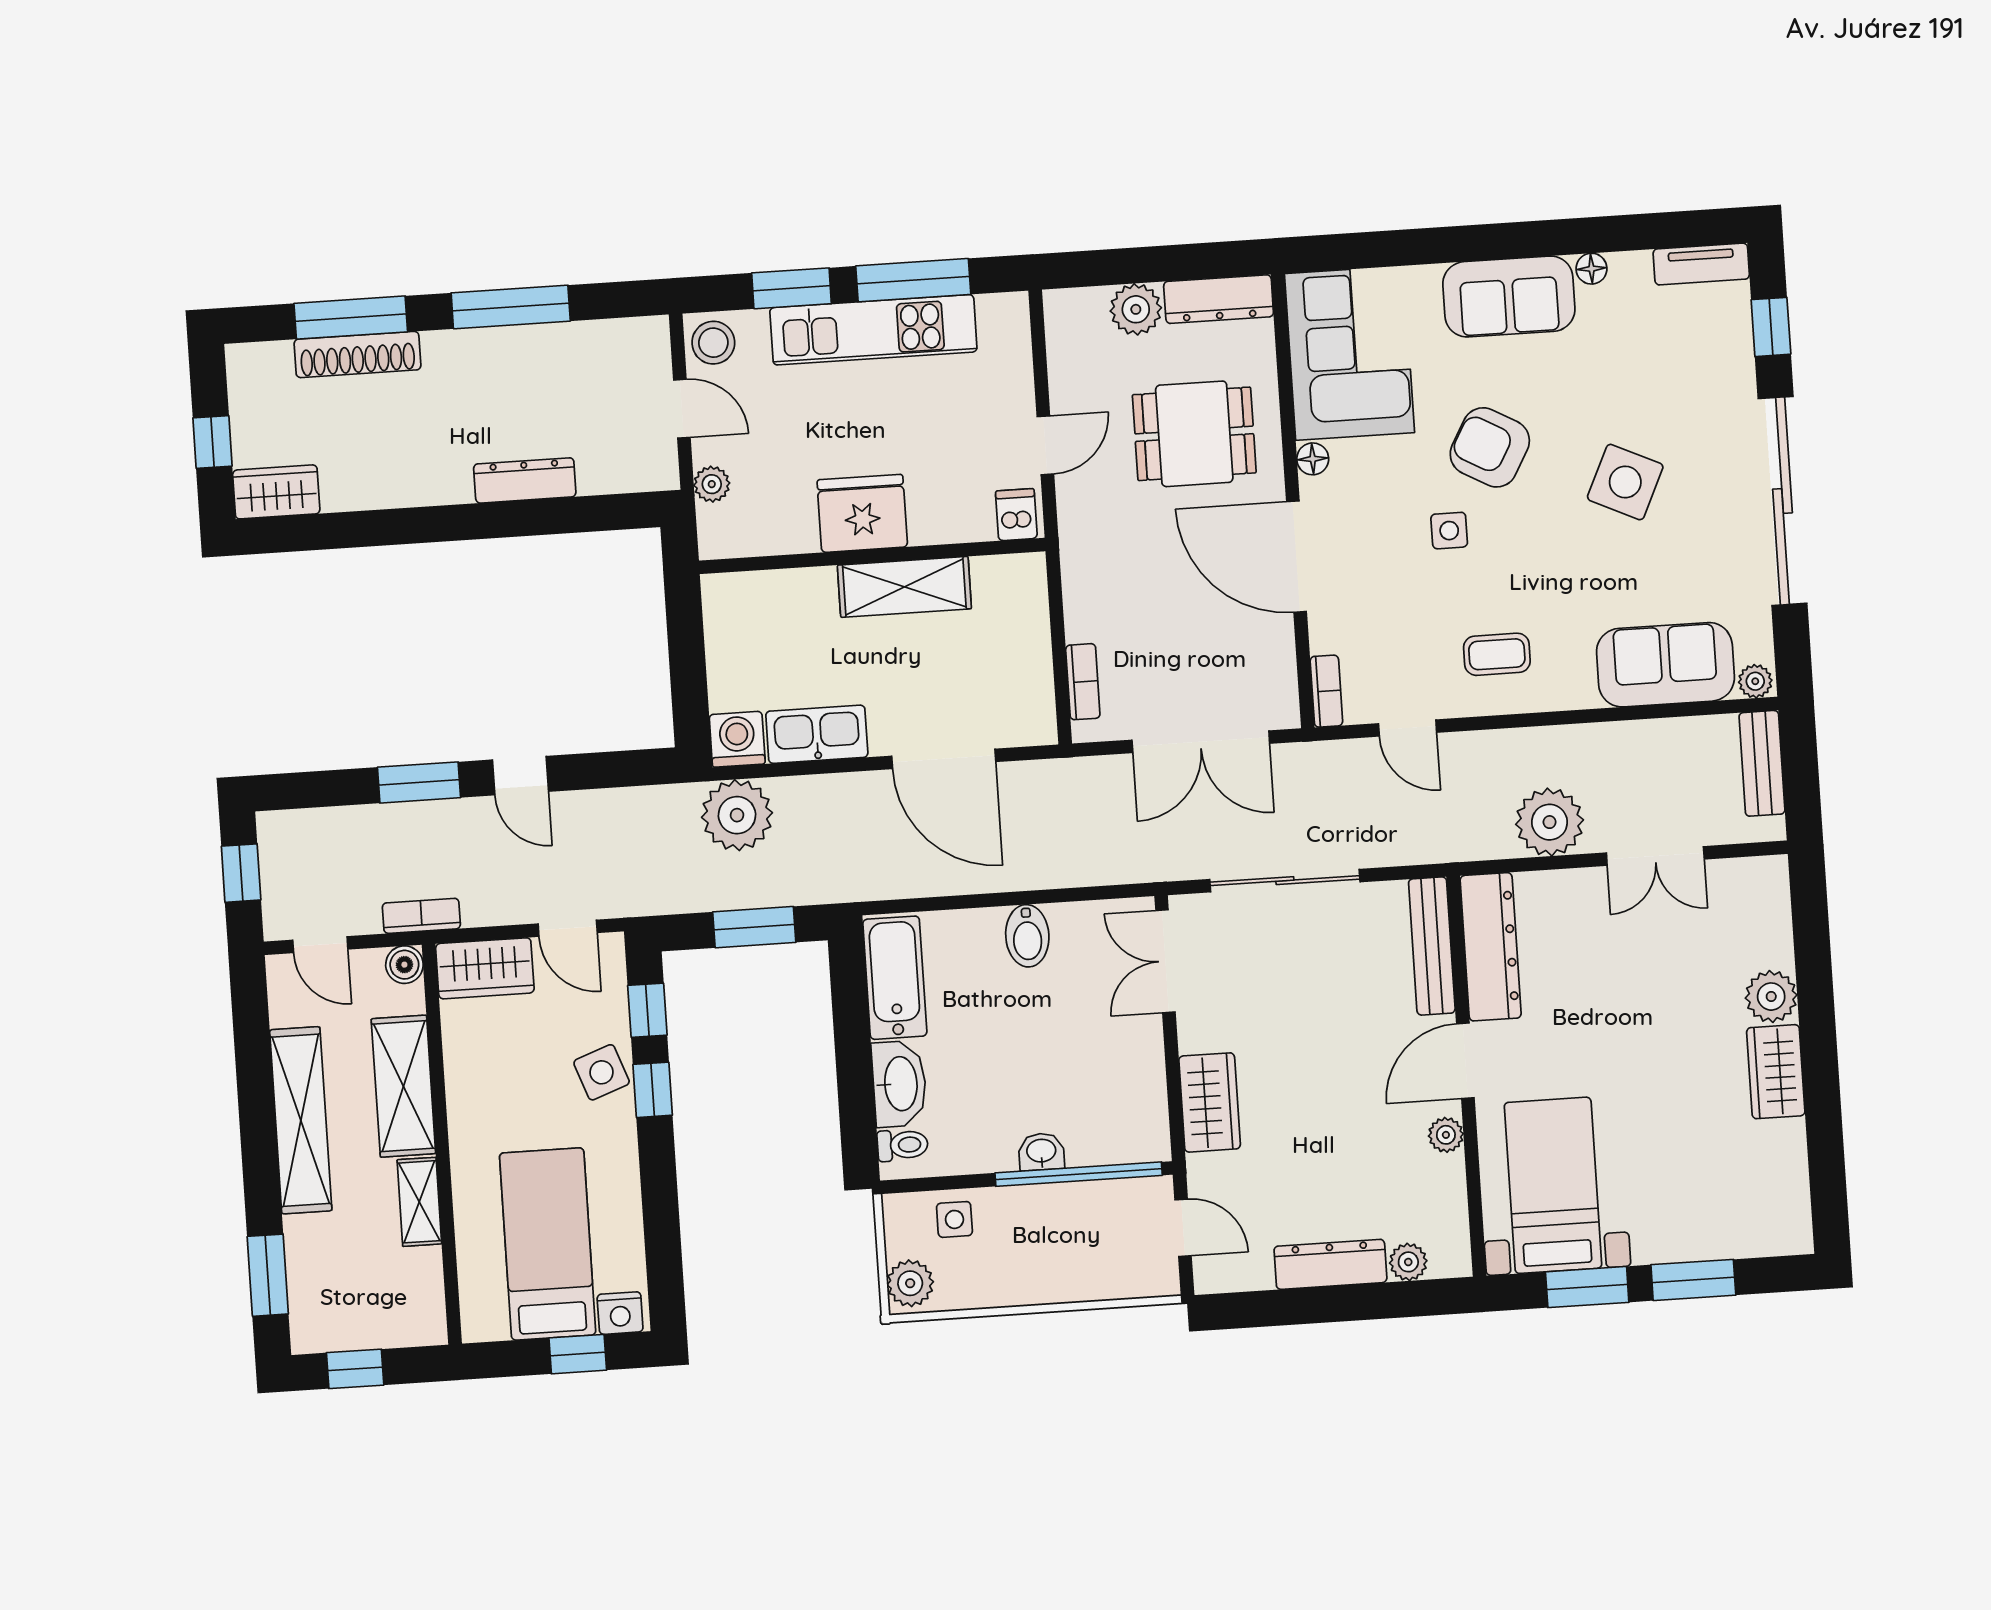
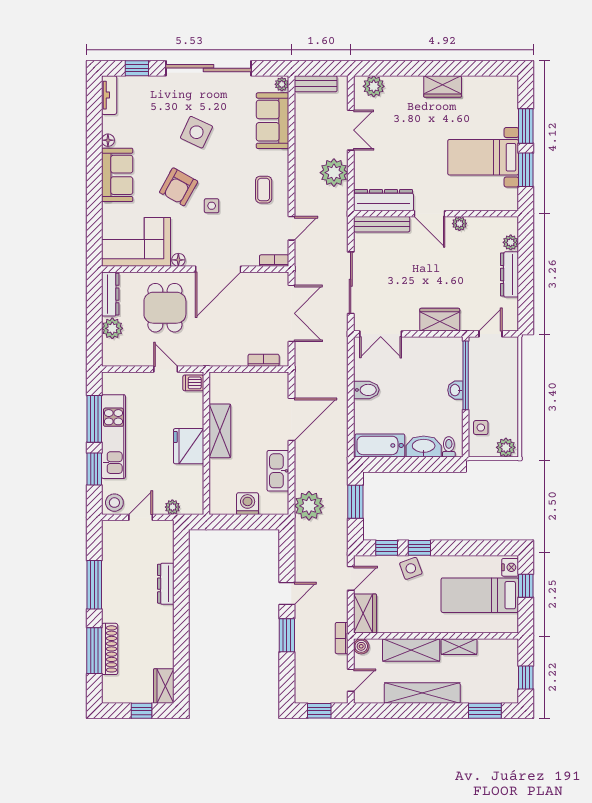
washing machine: (737, 739) -> (248, 504), moved, turned 90
plant: (1771, 997) -> (374, 86), moved
bed with nightstands: (1553, 1185) -> (483, 157), moved

